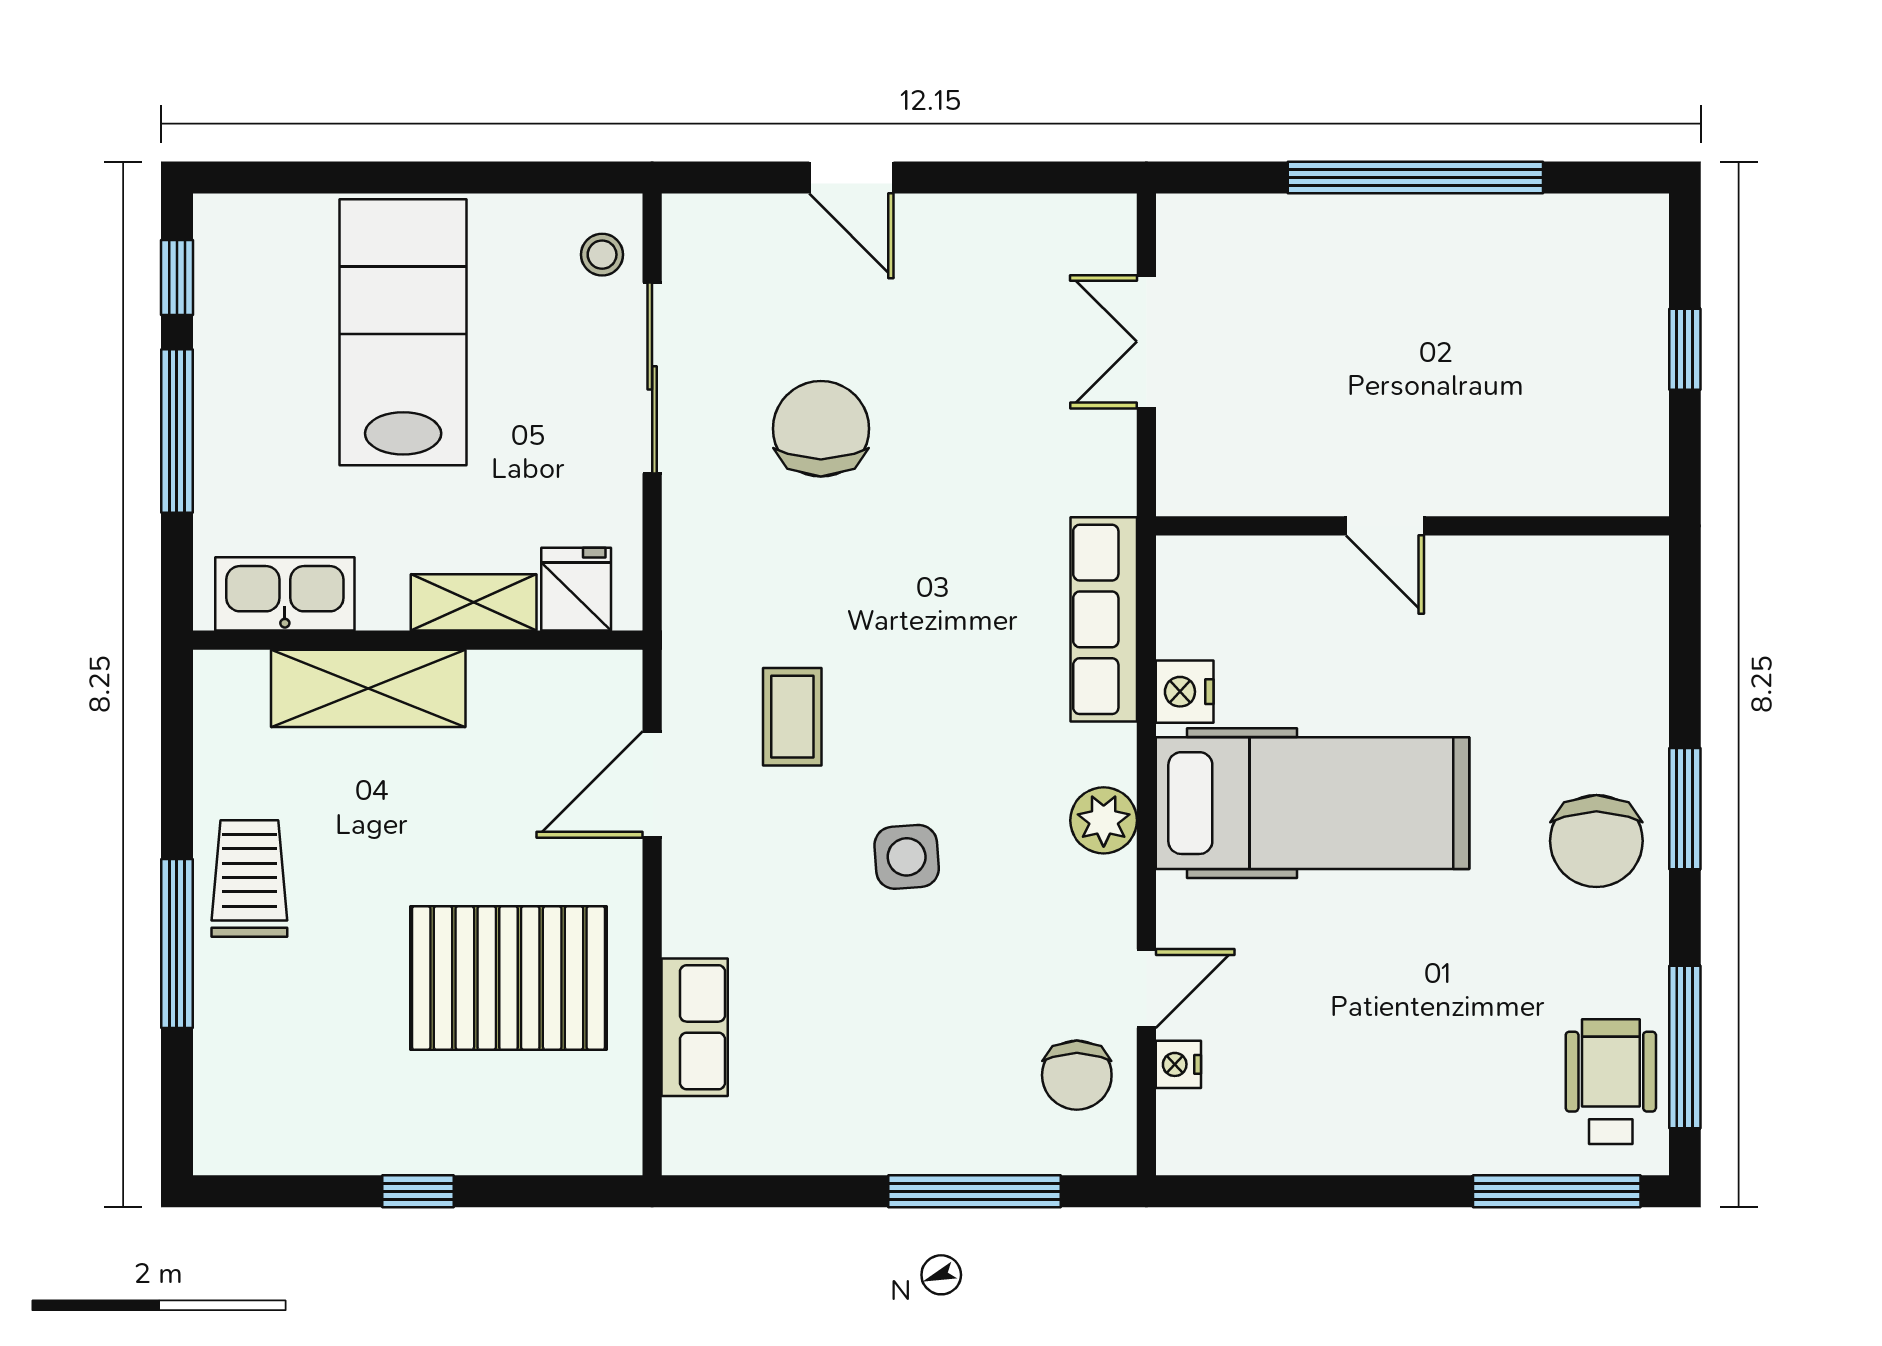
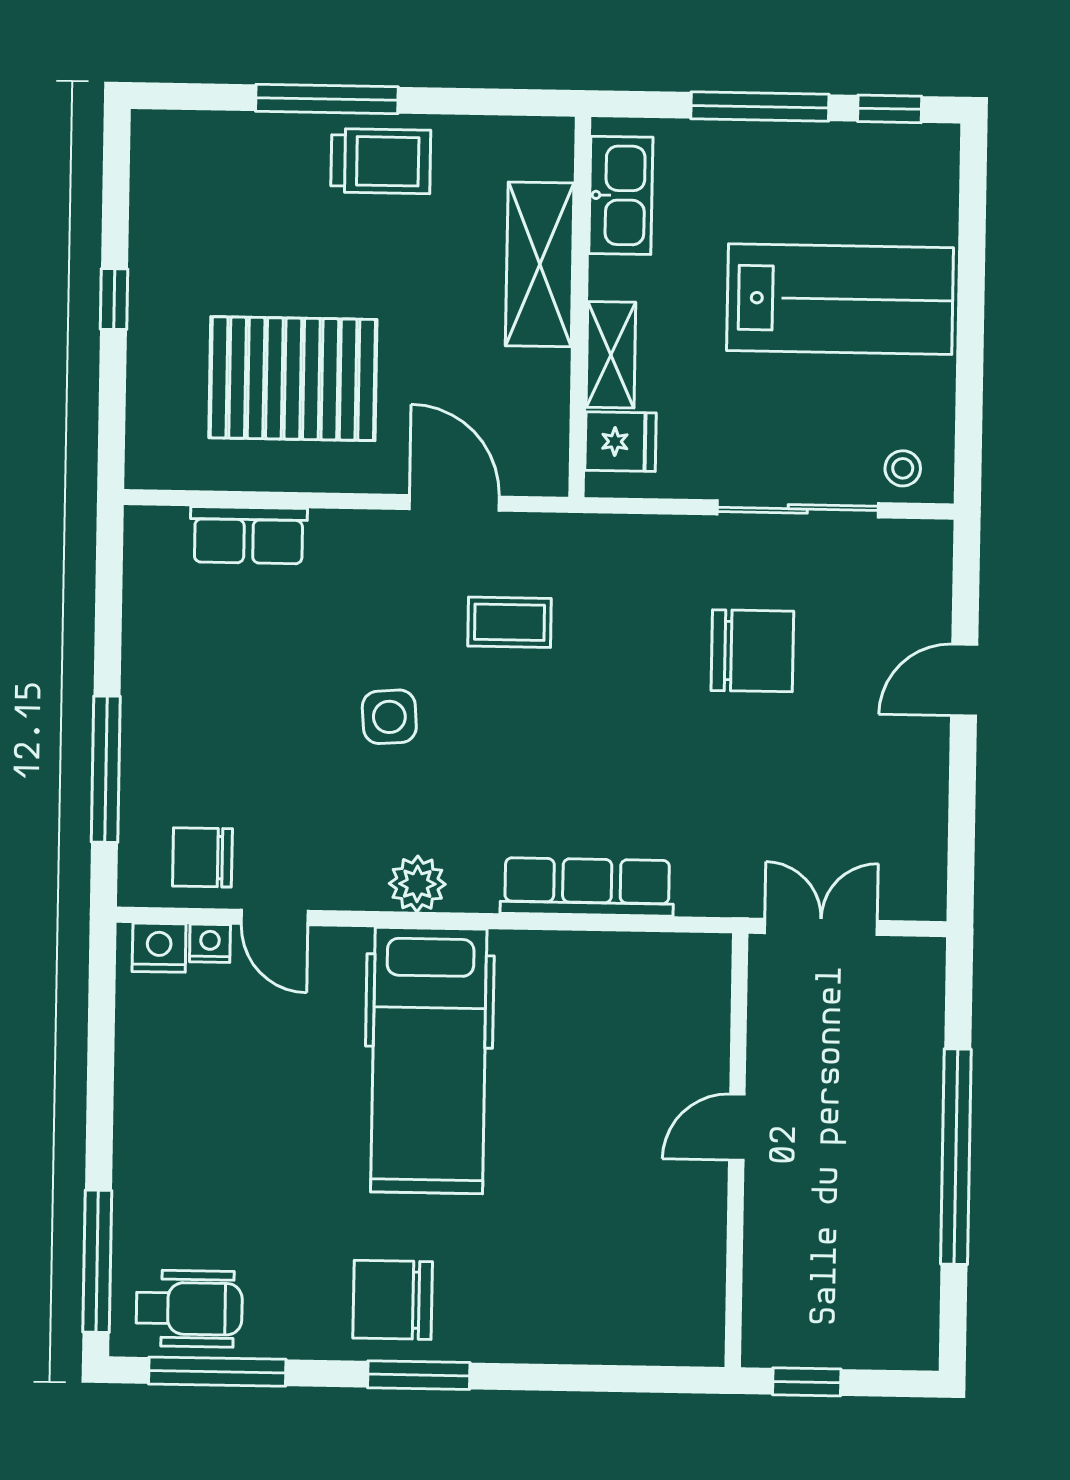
door: (1385, 526) -> (737, 1127), moved
wall: (1412, 526) -> (736, 1150), moved
nightstand: (1185, 692) -> (159, 948), moved
pallet: (508, 978) -> (293, 379), turned 90

